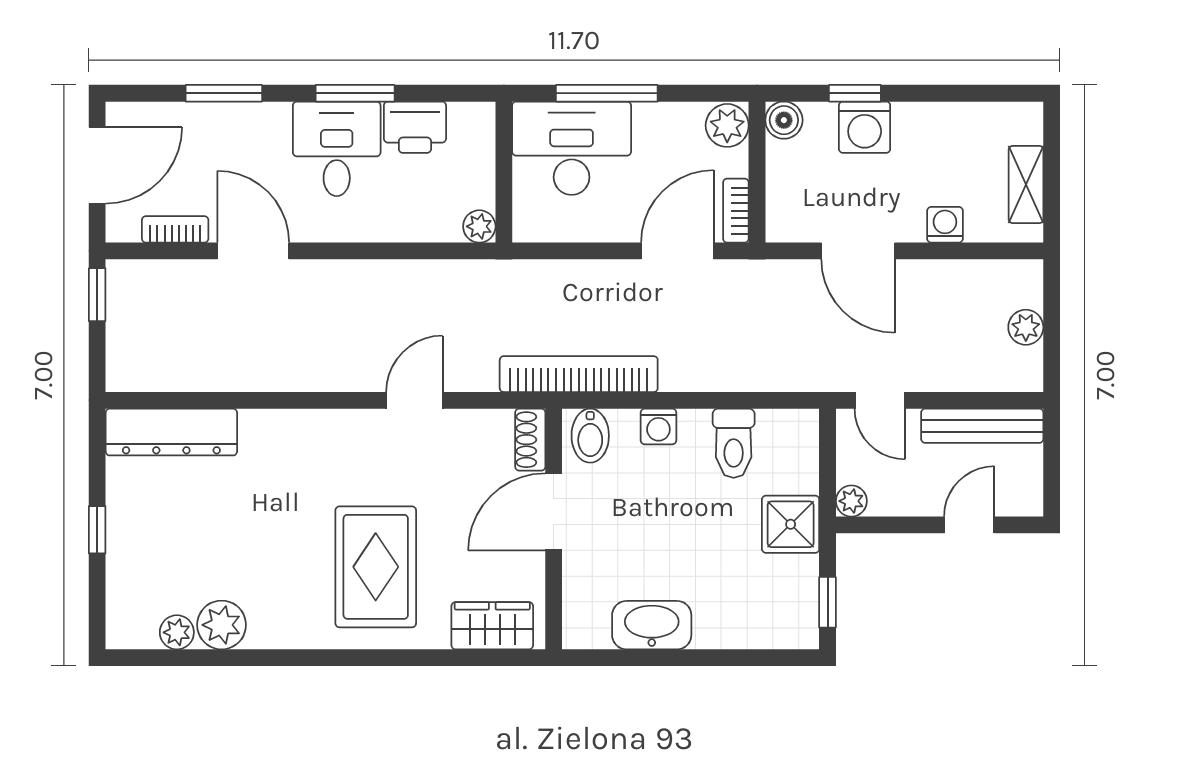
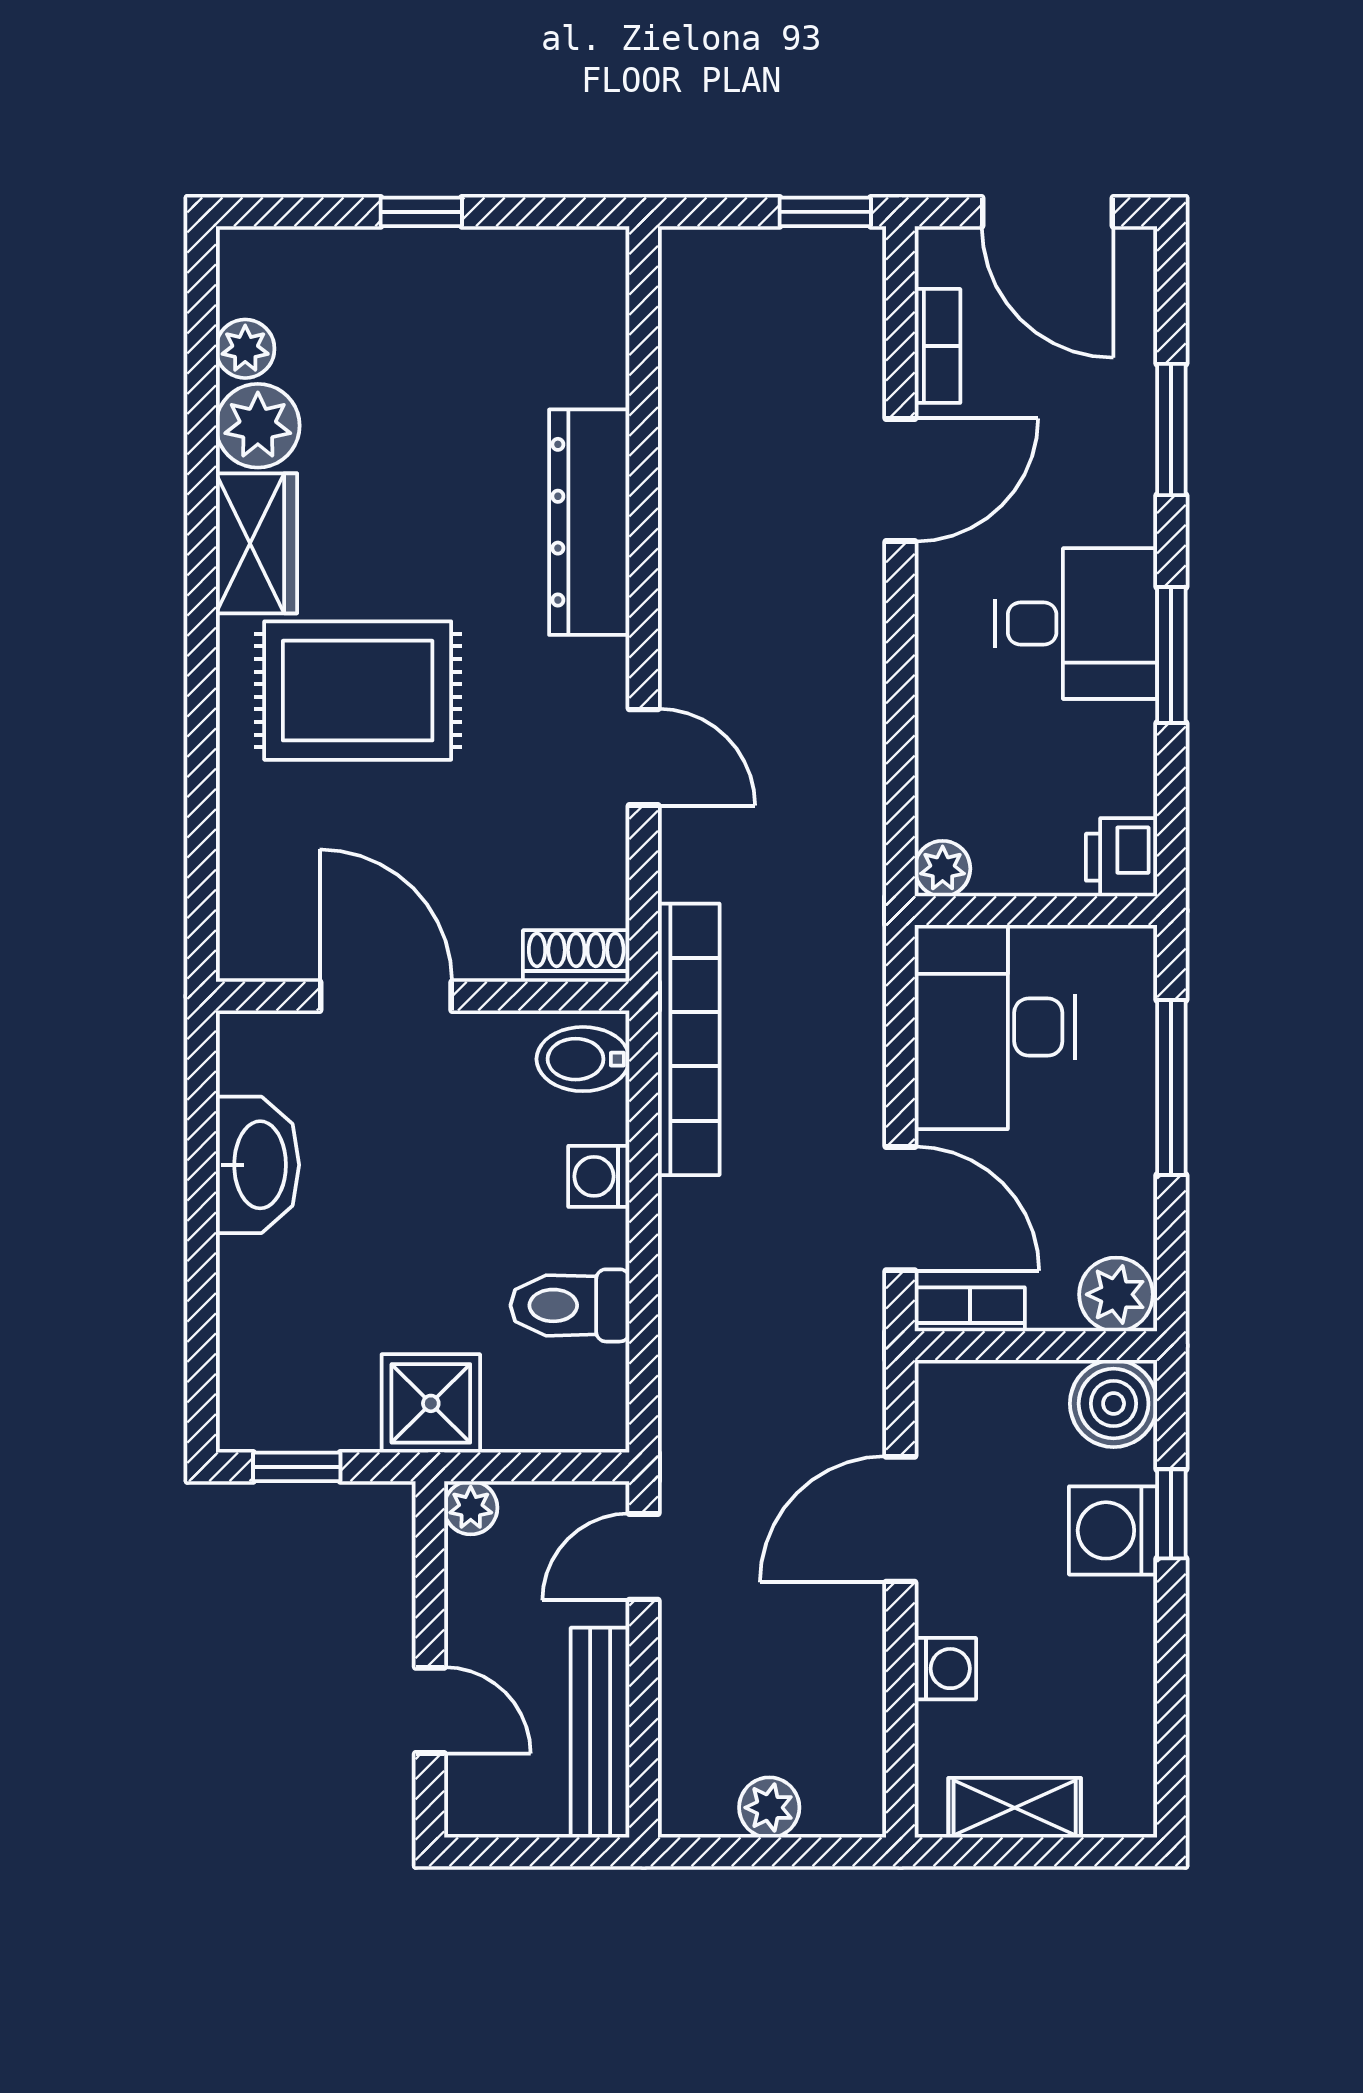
boiler: (784, 120) -> (1114, 1404), width x1.36, depth x1.36
printer: (415, 127) -> (1122, 857), moved, width x0.73, depth x0.81
desk: (572, 148) -> (995, 1027), moved, turned 180
dresser: (171, 432) -> (589, 522), moved
door: (554, 512) -> (386, 996), moved
wardrobe: (492, 626) -> (256, 543), moved

